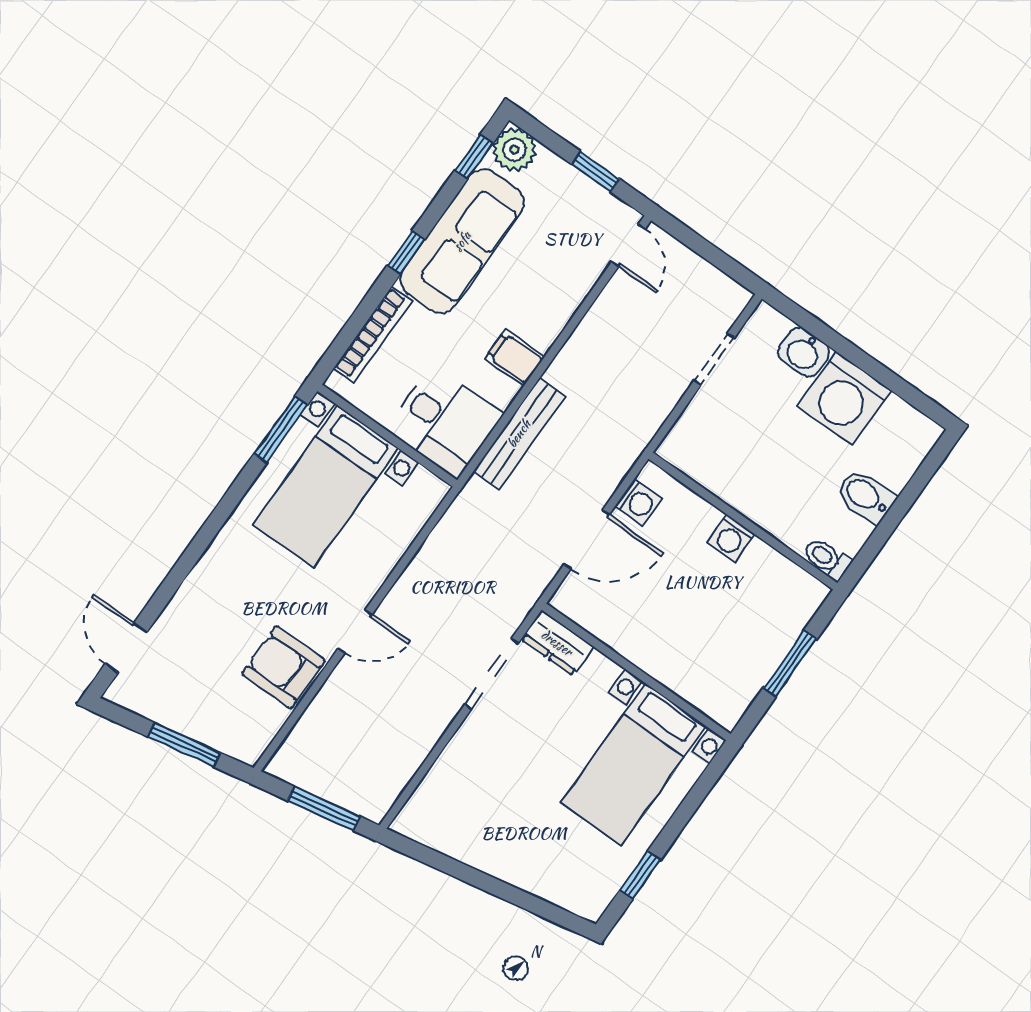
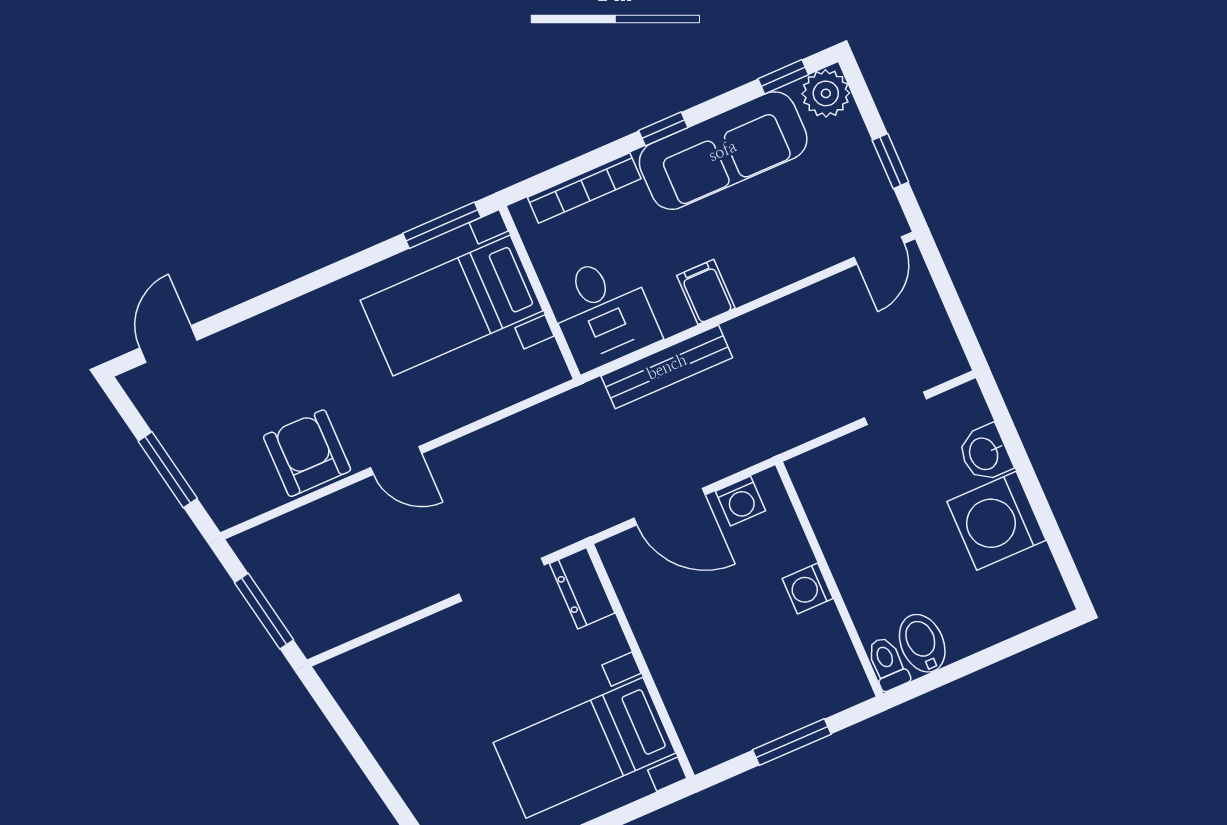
bidet: (866, 496) -> (922, 643), moved

